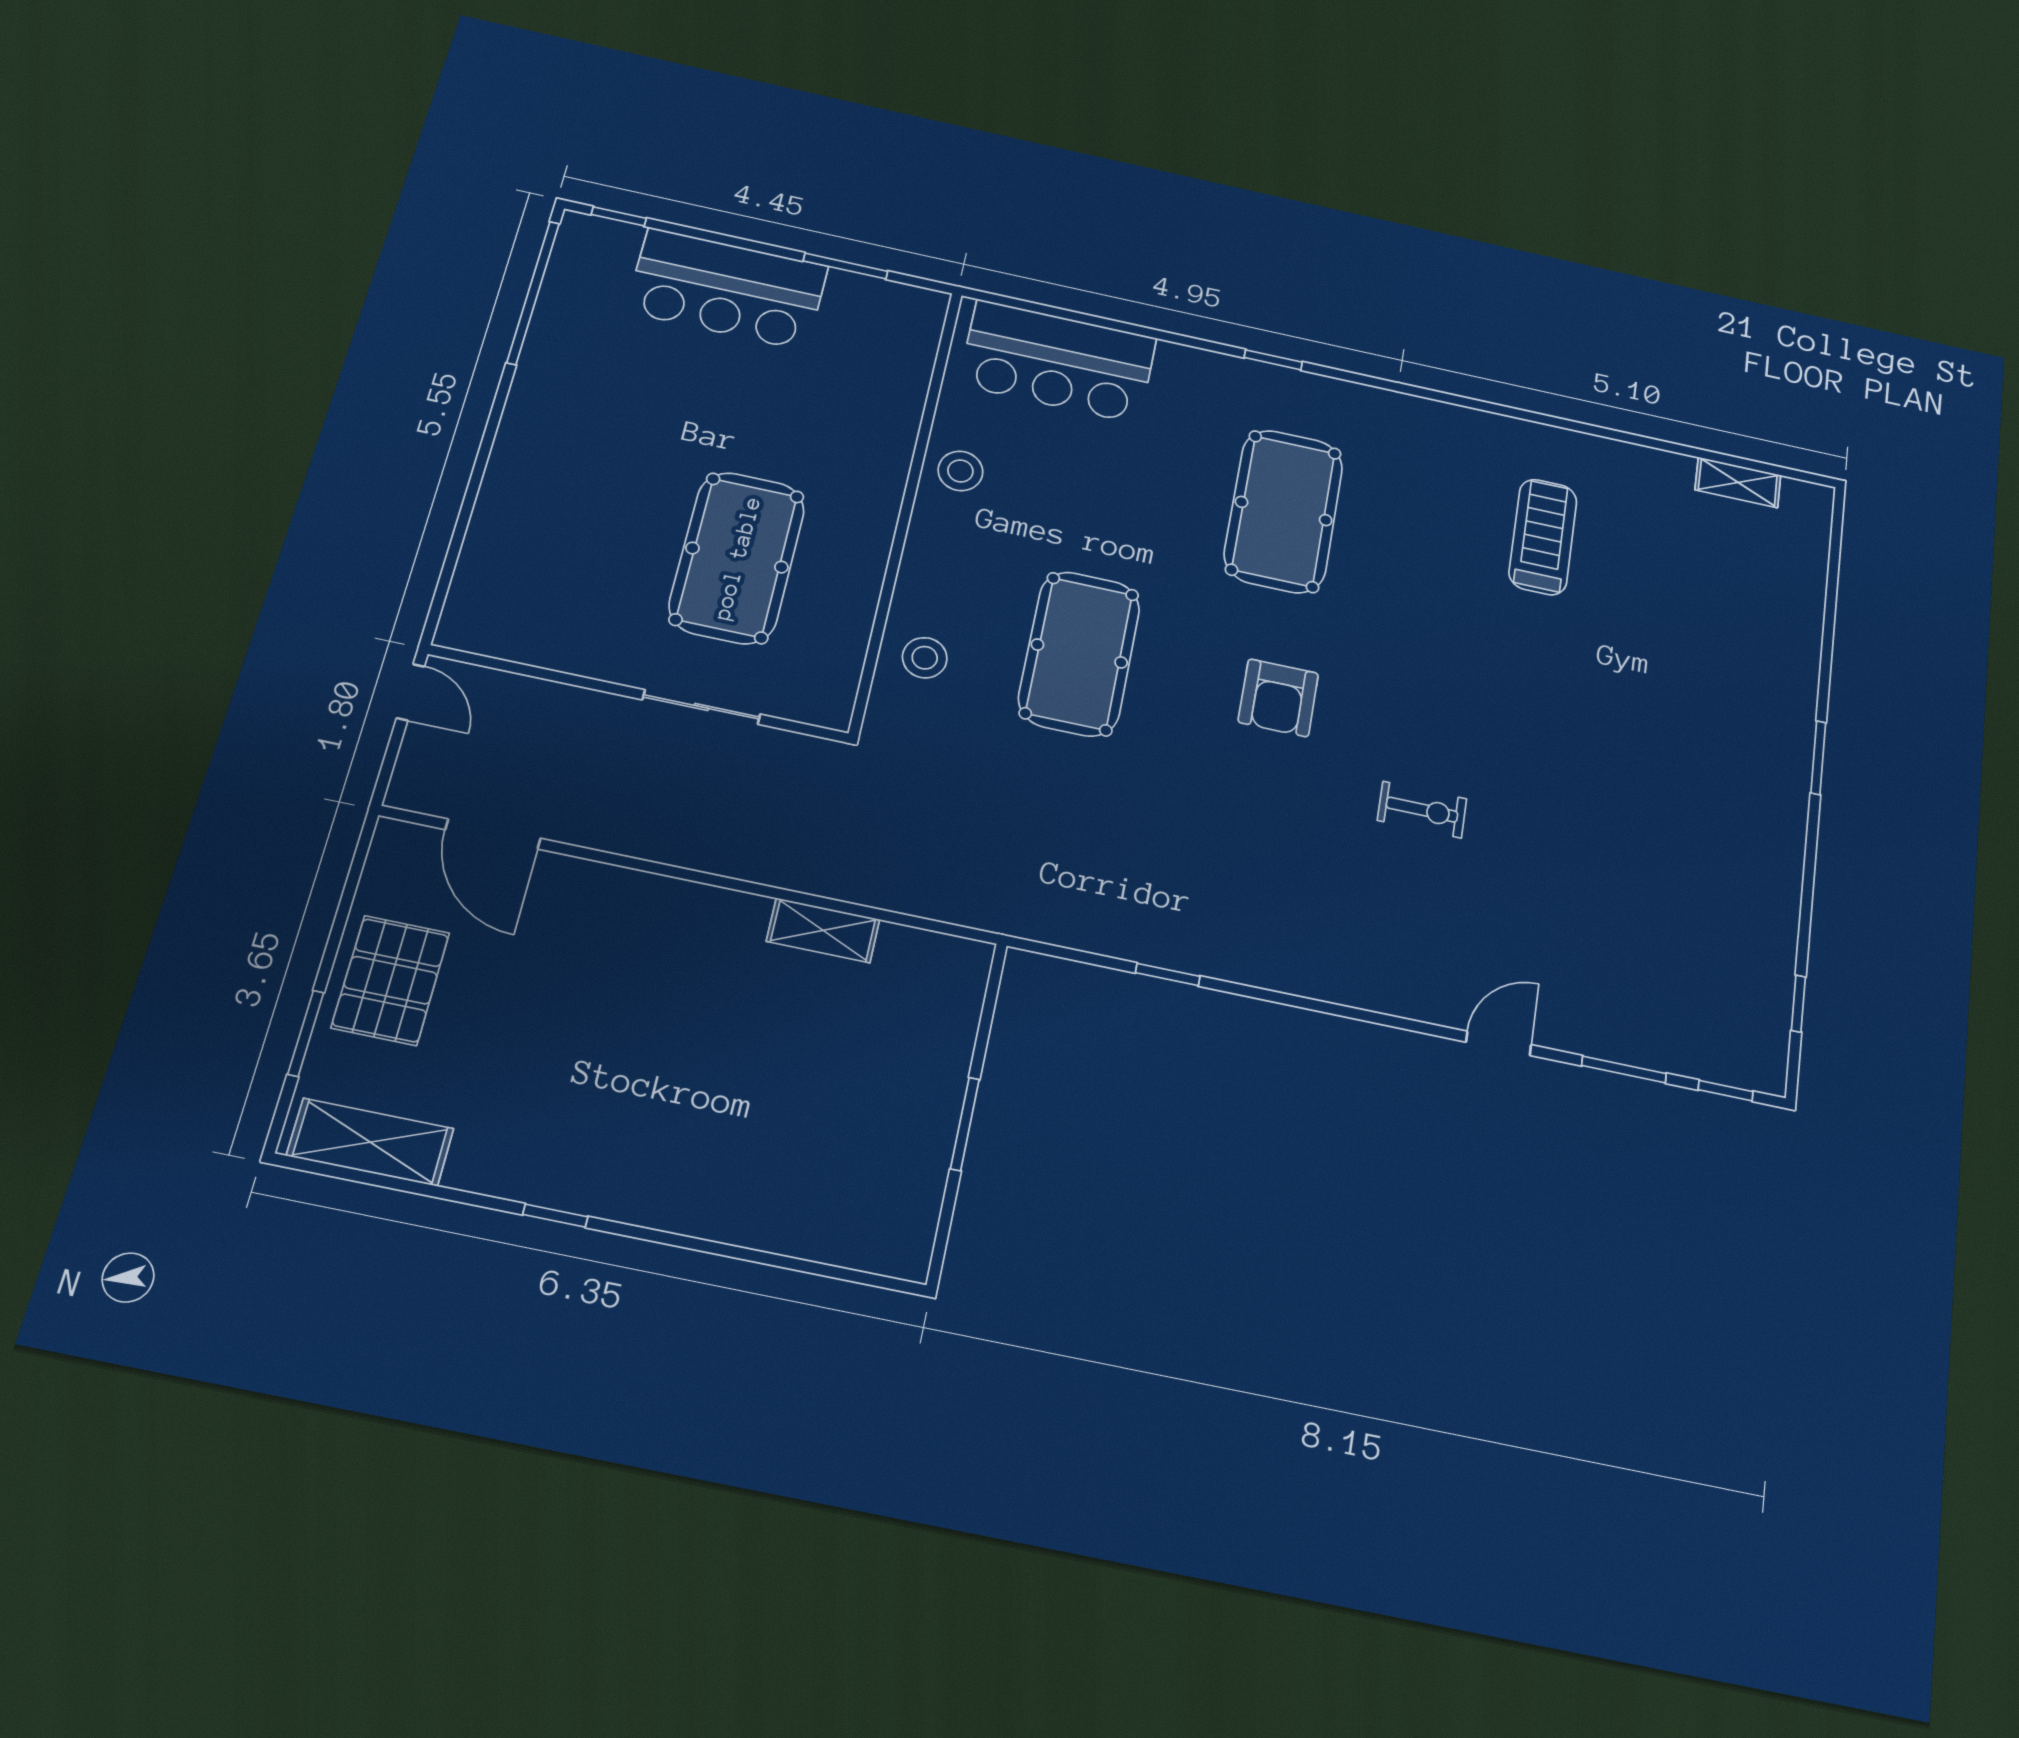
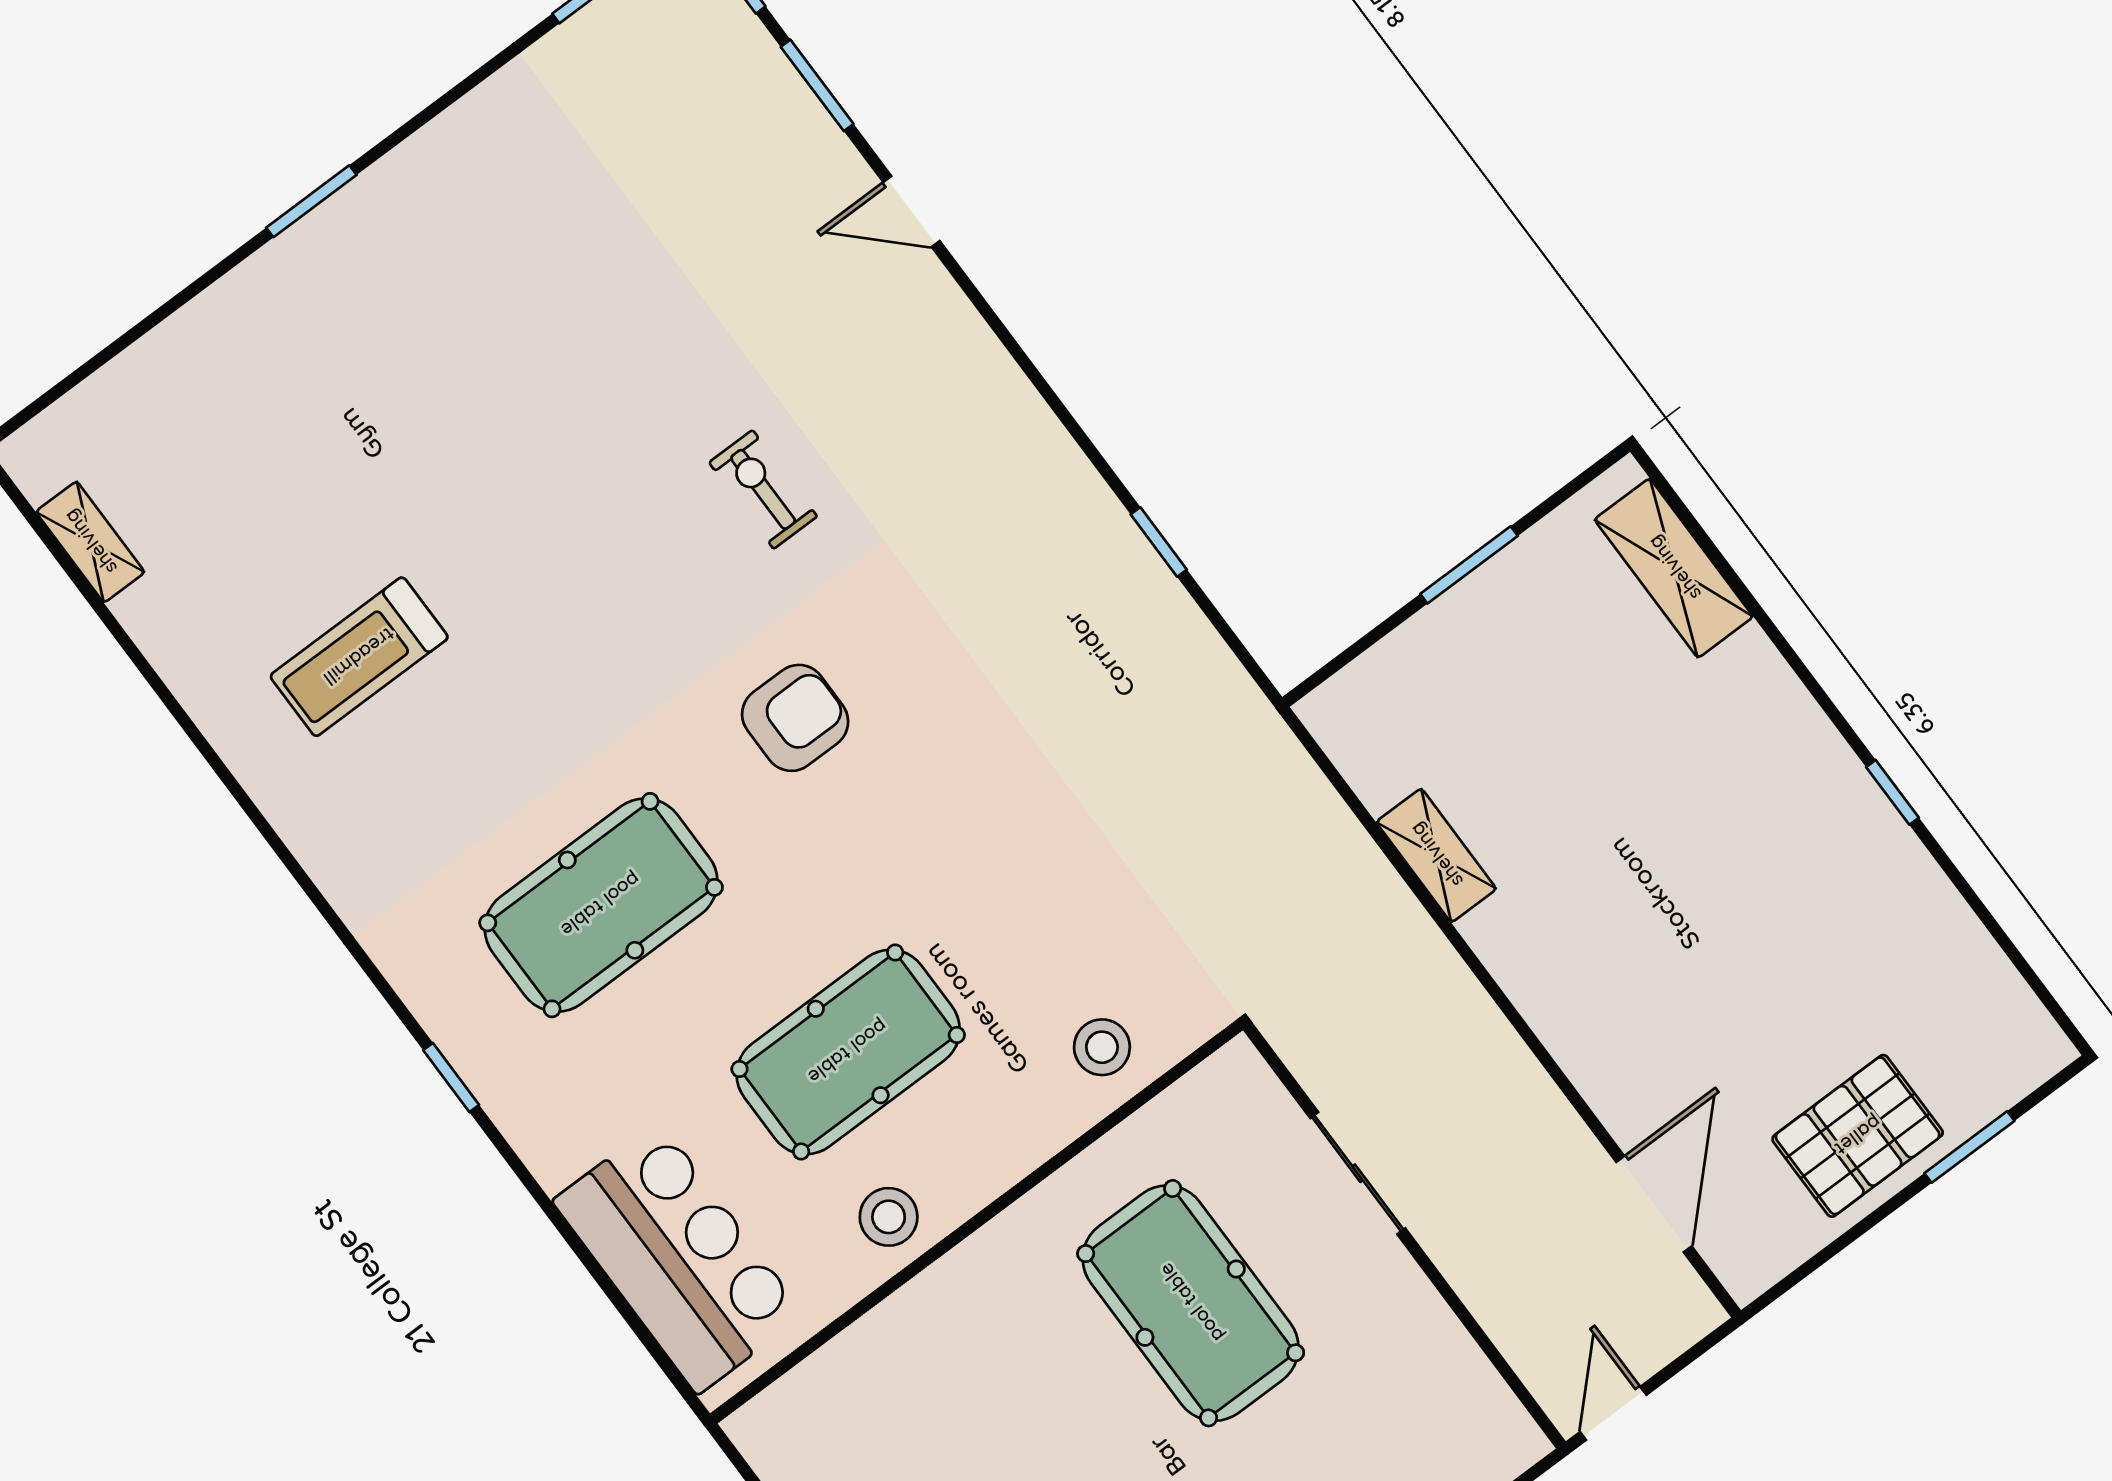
pool table: (737, 558) -> (1191, 1303), turned 90
pool table: (1079, 653) -> (848, 1052), moved
shelving: (370, 1142) -> (1674, 568), moved

